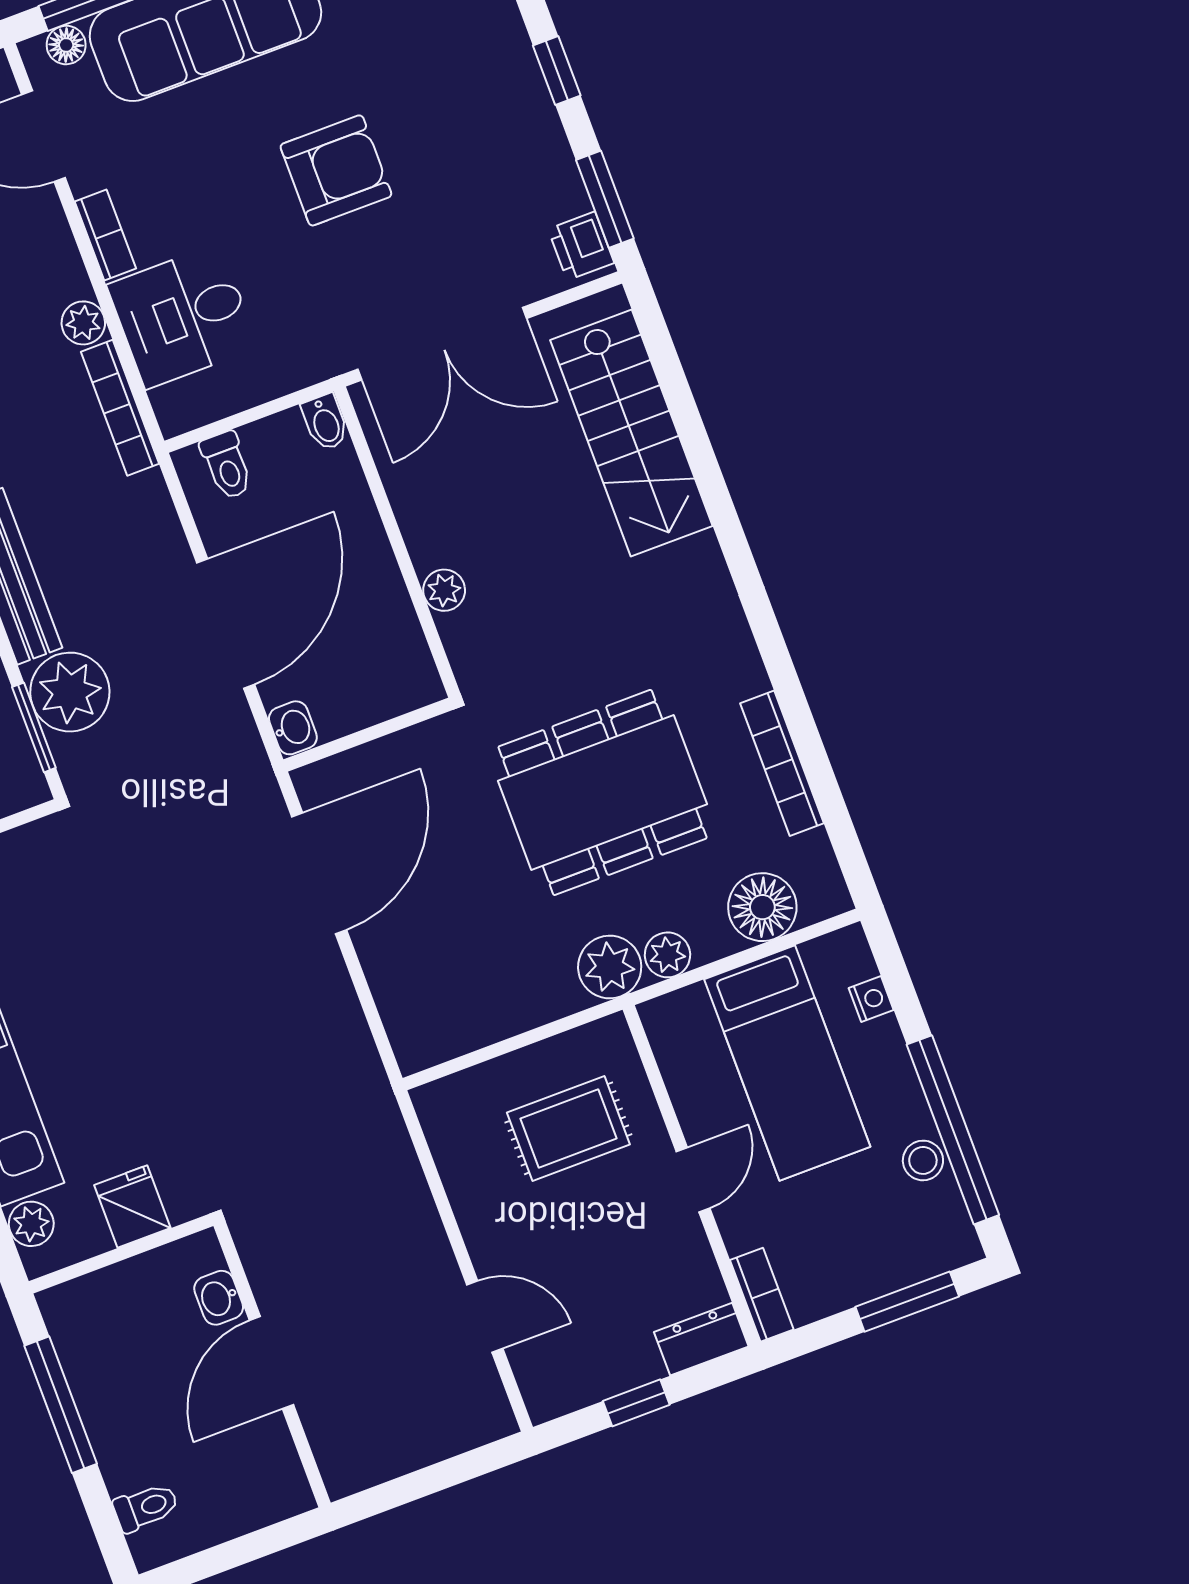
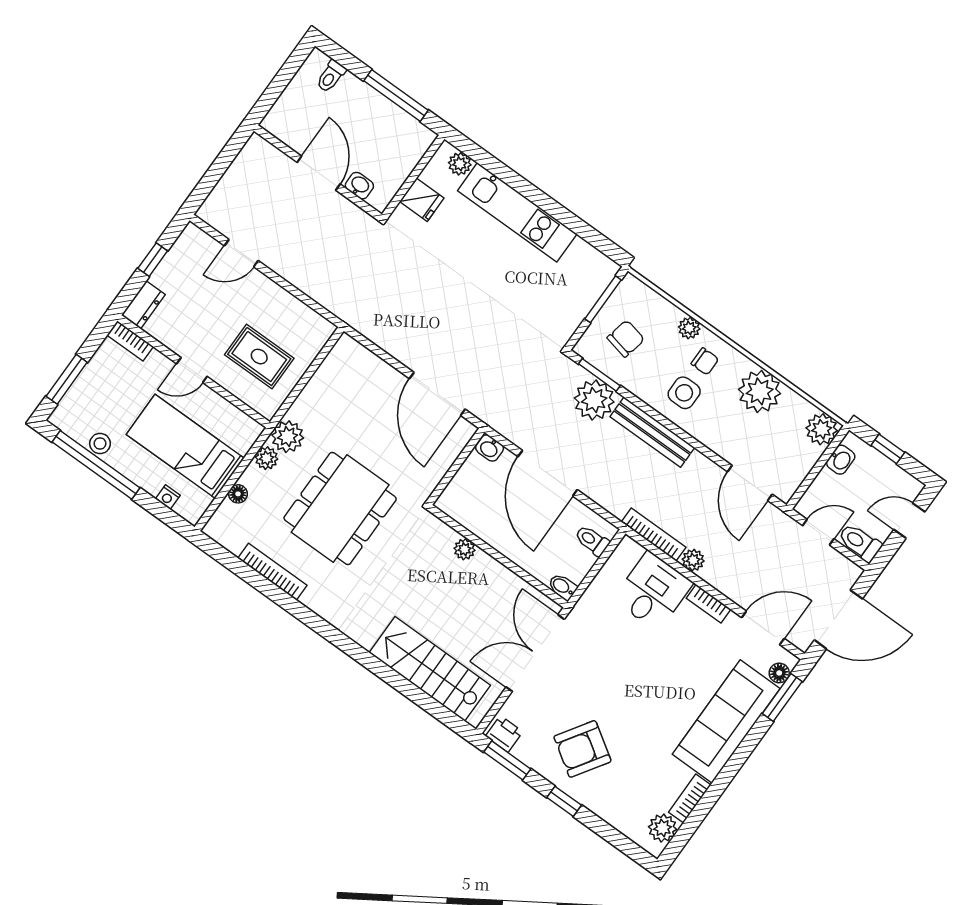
armchair: (336, 170) -> (582, 749), moved, turned 33
floor lamp: (762, 907) -> (238, 494), width x0.53, depth x0.53
rug: (568, 1128) -> (259, 357), turned 90
door: (693, 1180) -> (192, 370), hinge flipped

